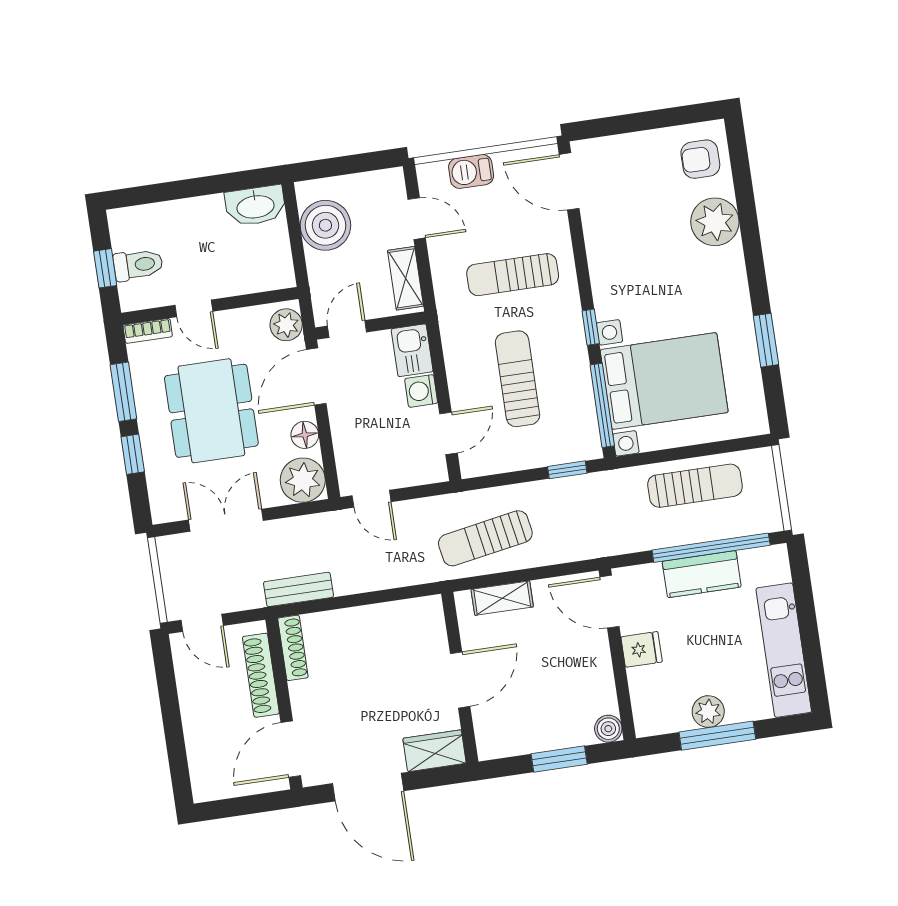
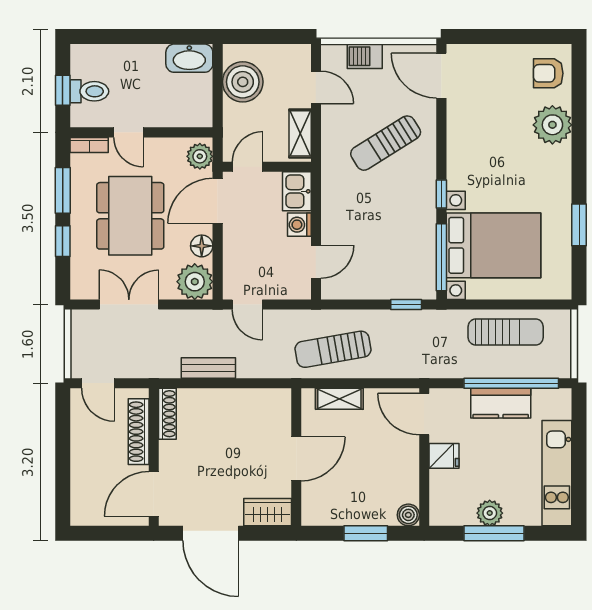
sun lounger: (513, 275) -> (386, 143), turned -32
sun lounger: (518, 379) -> (377, 226), removed
bench: (298, 589) -> (208, 368), moved

